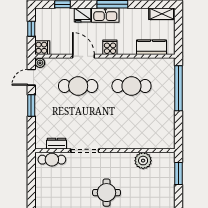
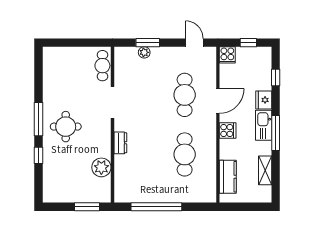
shelving: (162, 14) -> (265, 170), moved
plant: (40, 63) -> (144, 52), moved
window: (178, 88) -> (156, 207), moved
window: (31, 106) -> (148, 43), moved
dresser: (56, 144) -> (120, 143), moved

